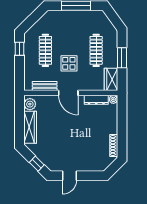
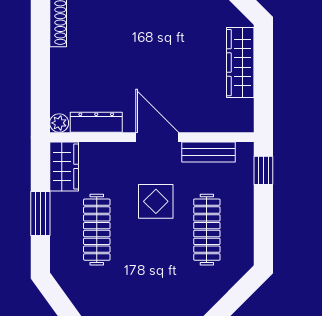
window: (19, 49) -> (263, 170), moved
plant: (30, 104) -> (241, 113), removed

